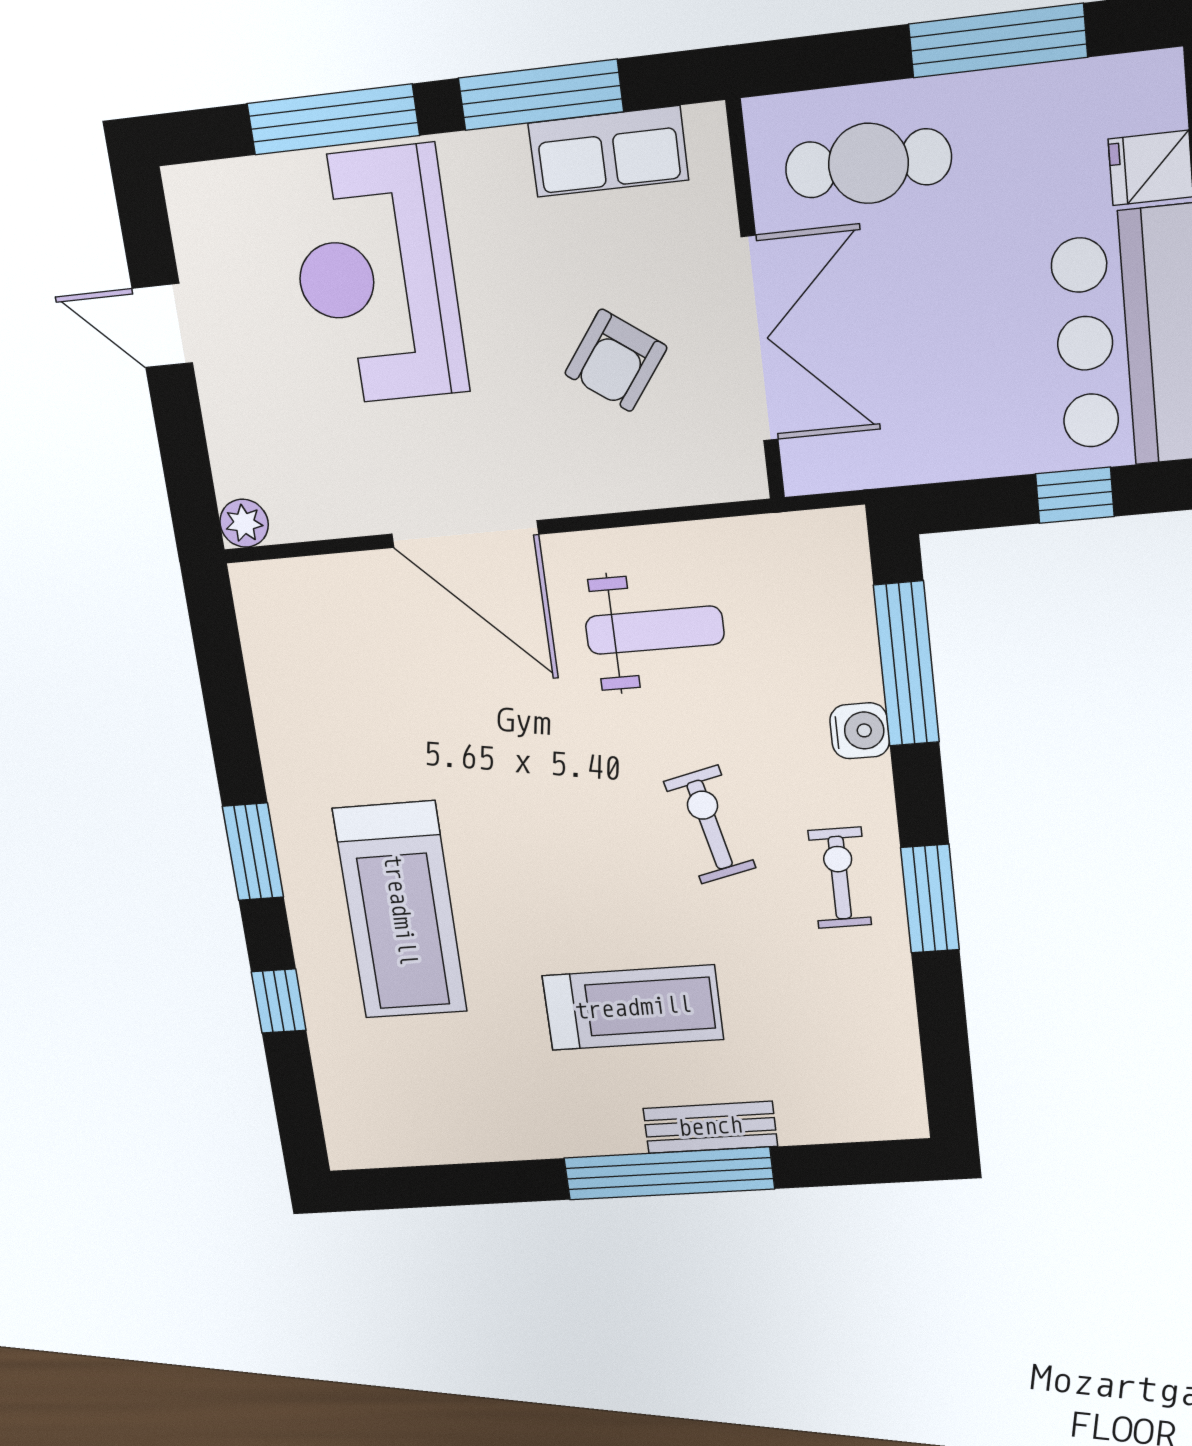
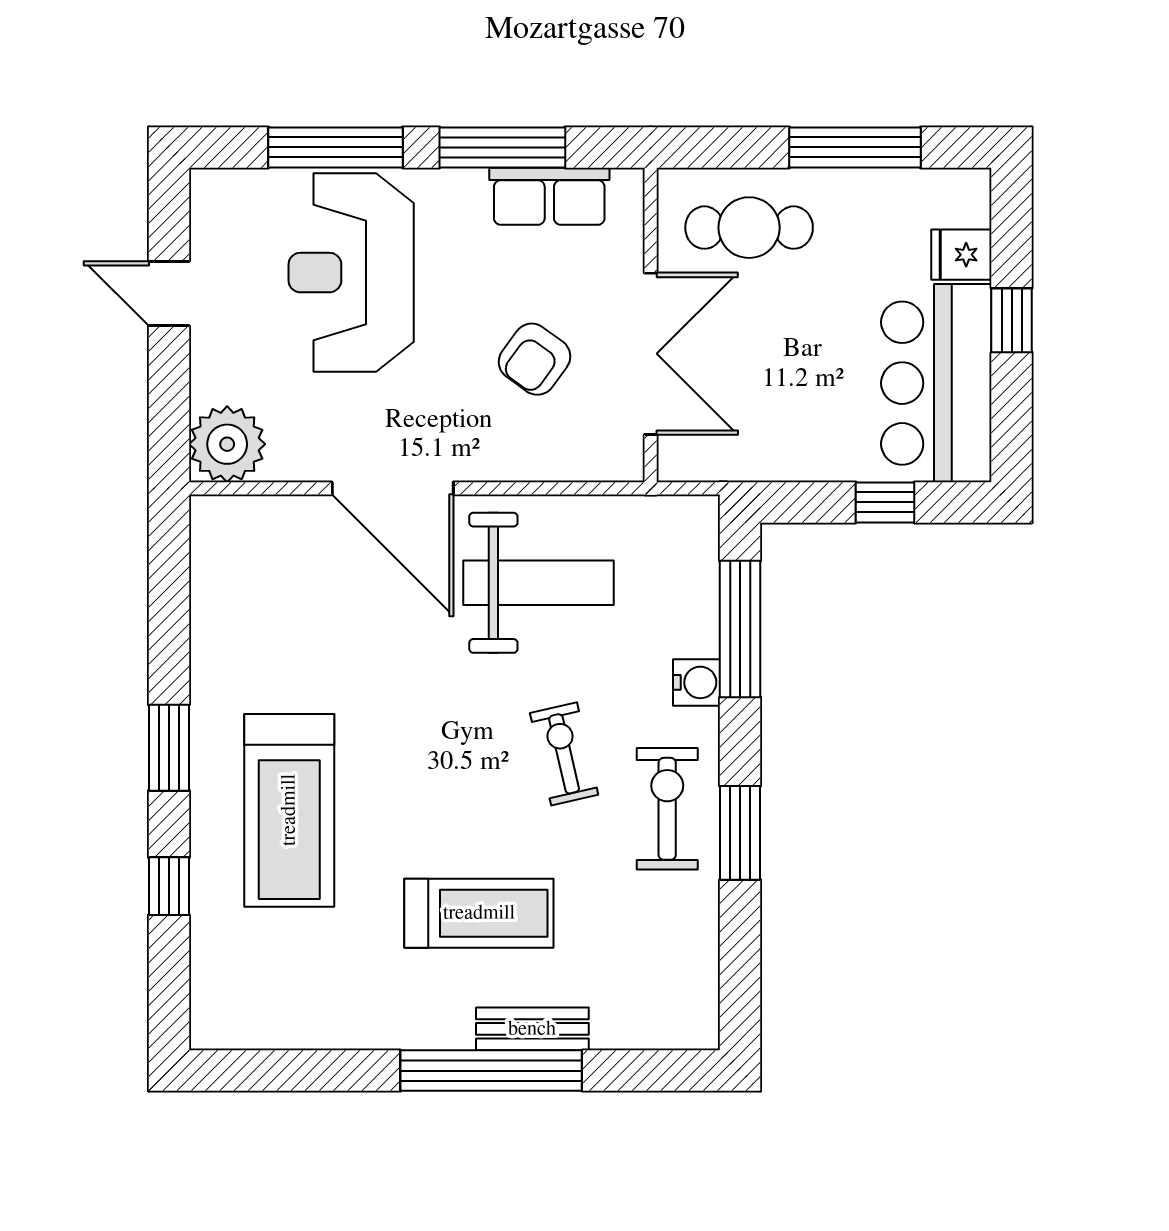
plant: (244, 523) -> (227, 444), width x1.88, depth x1.88
weight bench: (655, 630) -> (538, 583), width x1.36, depth x1.33
exercise bike: (840, 878) -> (667, 809), width x1.38, depth x1.39

